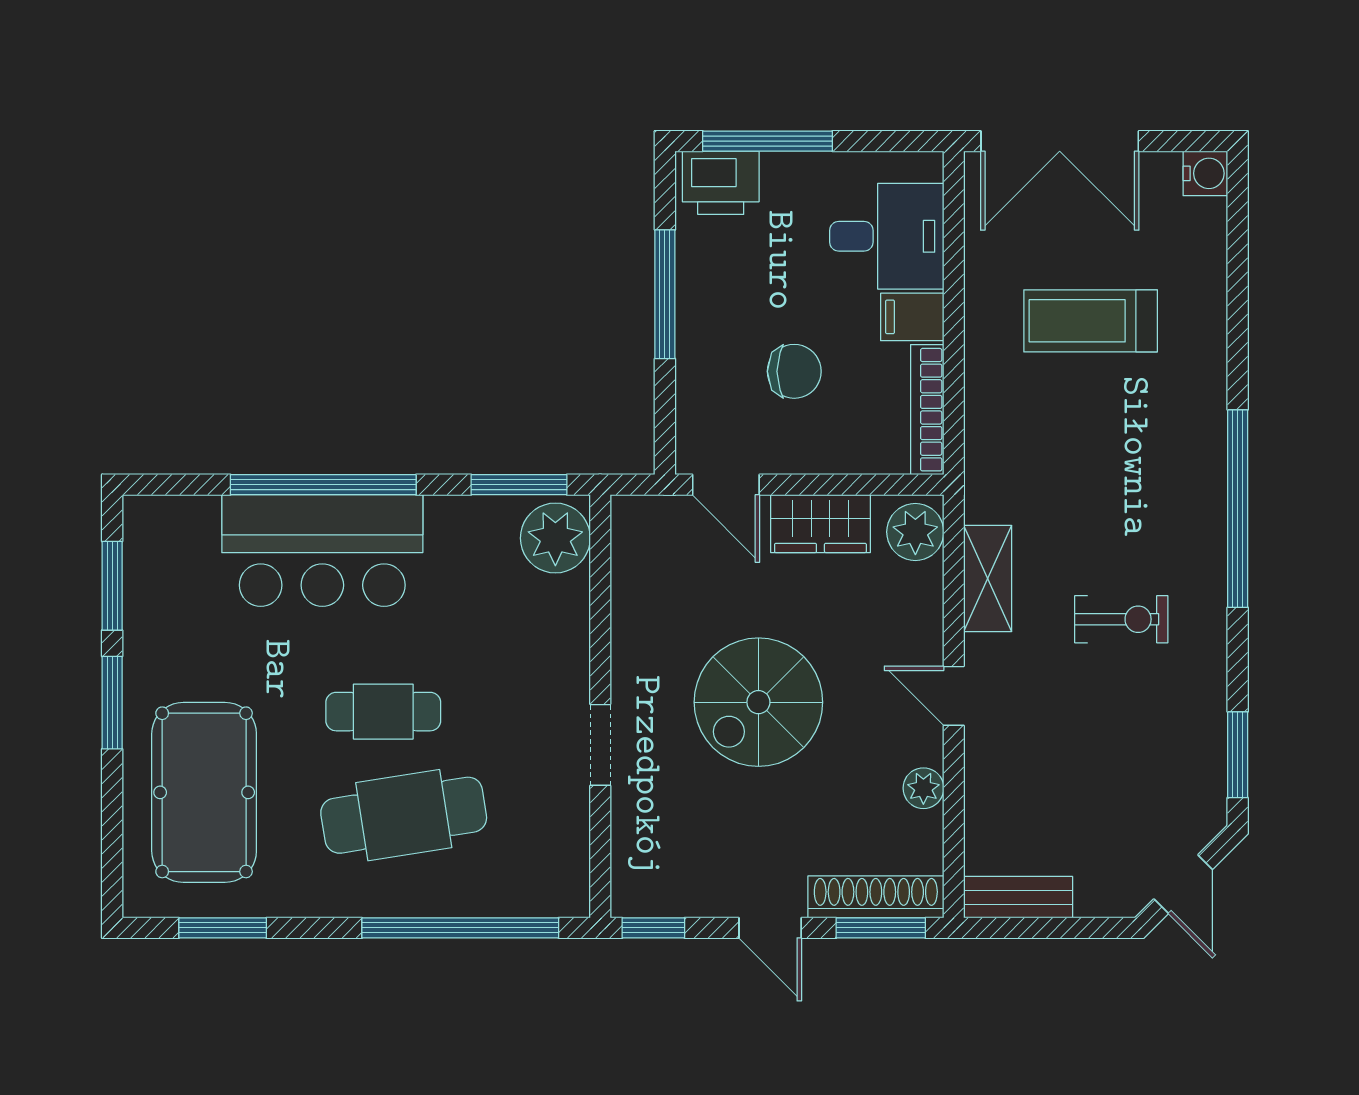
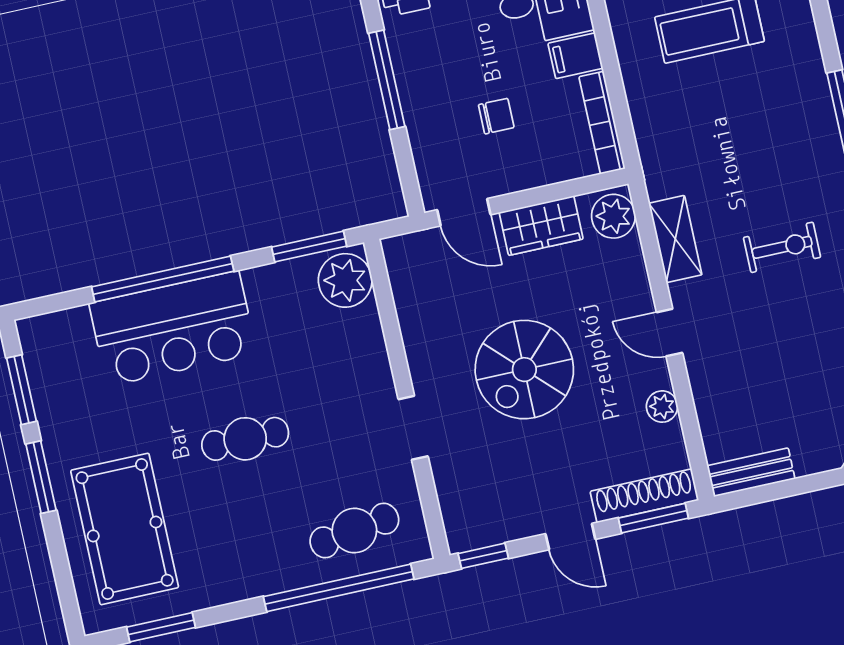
chair: (794, 371) -> (496, 116), width x0.73, depth x0.73
cafe table: (404, 815) -> (354, 531), moved, width x0.73, depth x0.74

